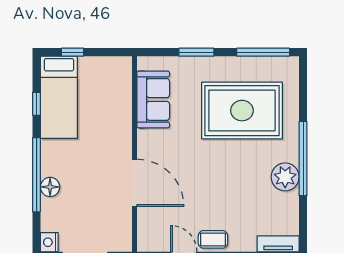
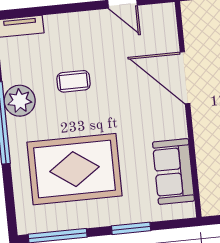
coffee table: (213, 239) -> (73, 81), moved

